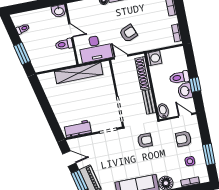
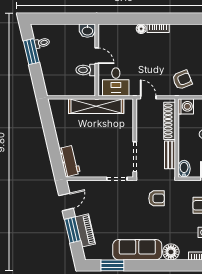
armchair: (128, 33) -> (182, 80), moved
desk: (95, 48) -> (116, 82), width x0.73
window: (22, 54) -> (31, 52), moved
workbench: (78, 129) -> (70, 161), moved, turned 77
door: (69, 159) -> (66, 202), hinge flipped

